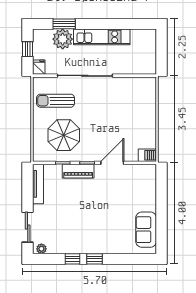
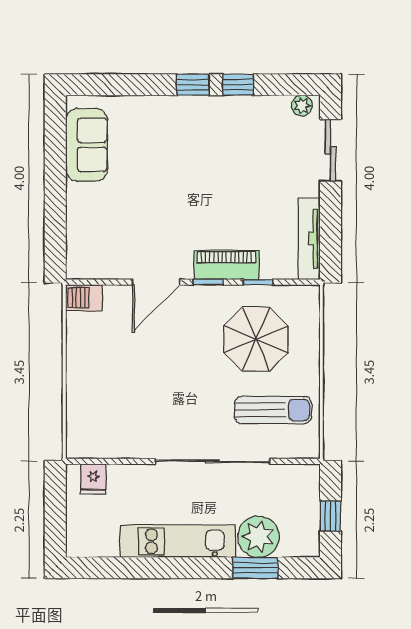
fridge: (39, 67) -> (93, 479), moved

